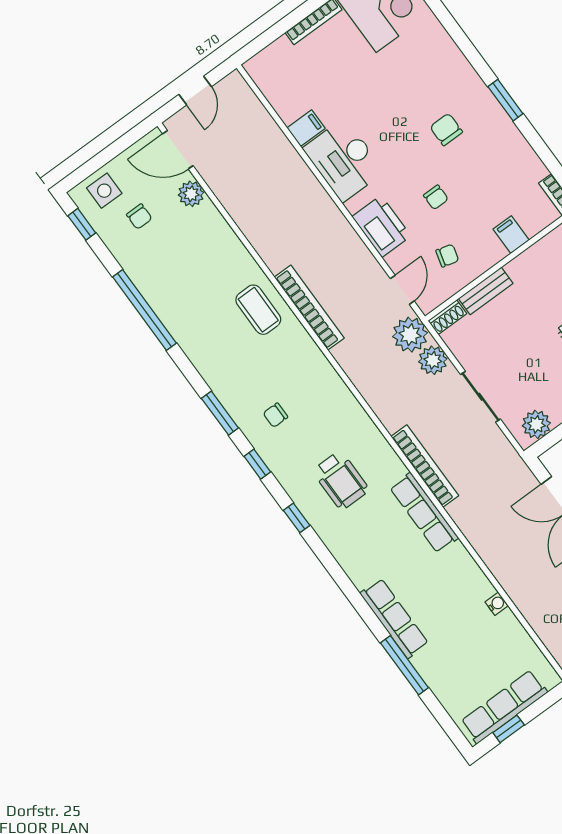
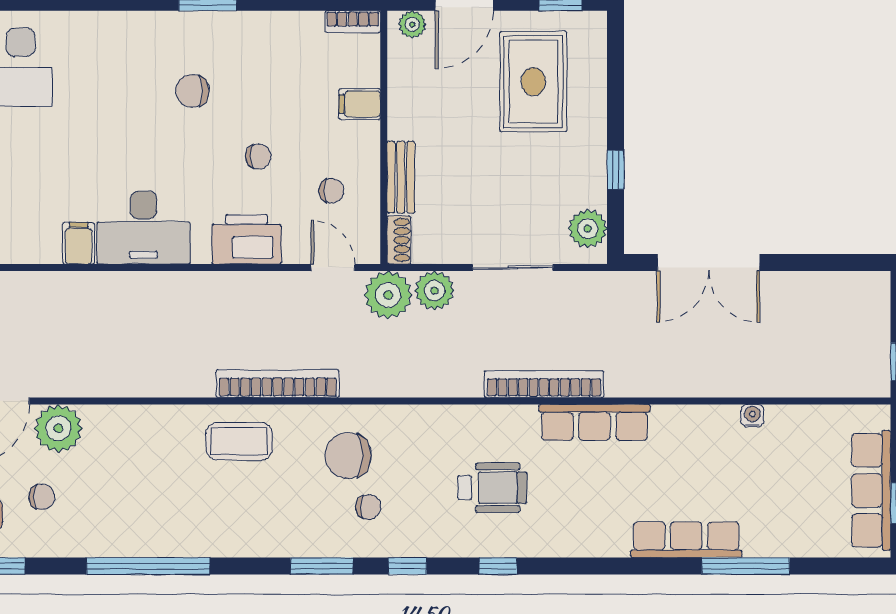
plant: (191, 194) -> (58, 428), width x1.36, depth x1.36
chair: (447, 256) -> (331, 191), turned 75
chair: (297, 381) -> (348, 456), added
chair: (275, 415) -> (368, 507), turned -90

